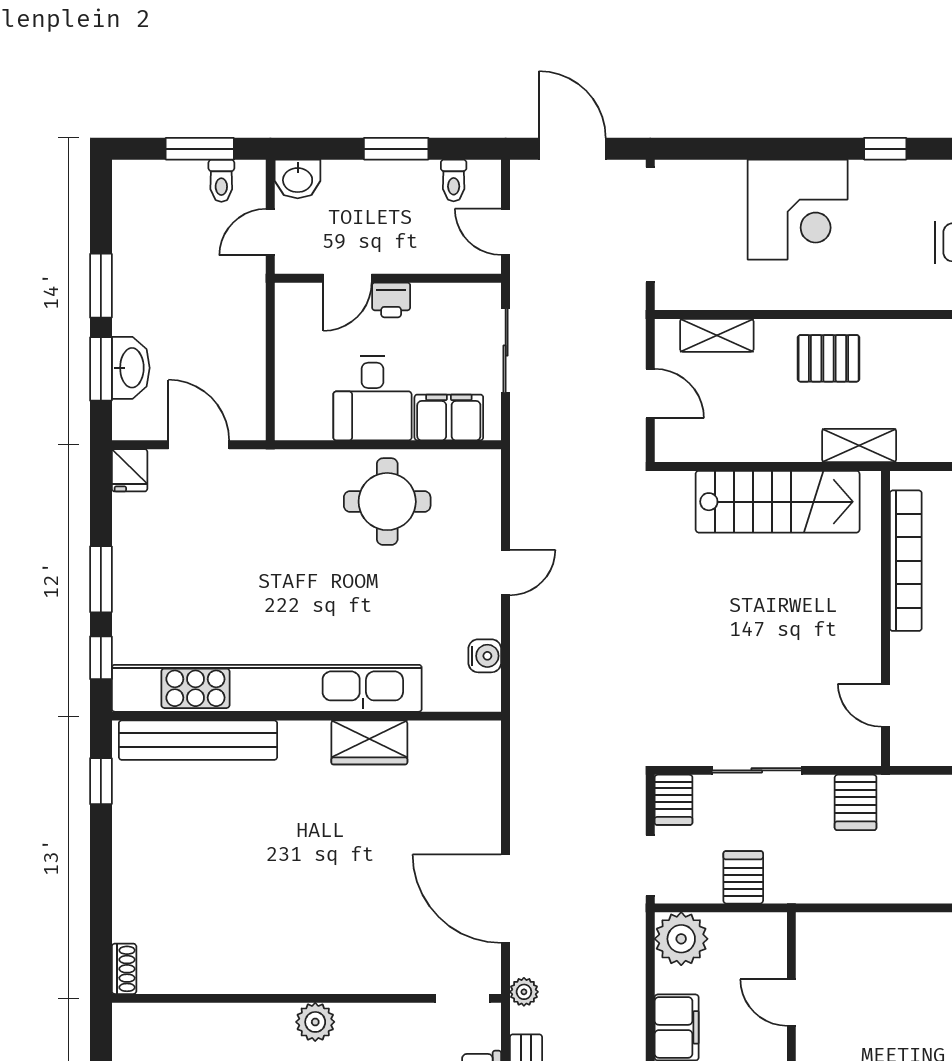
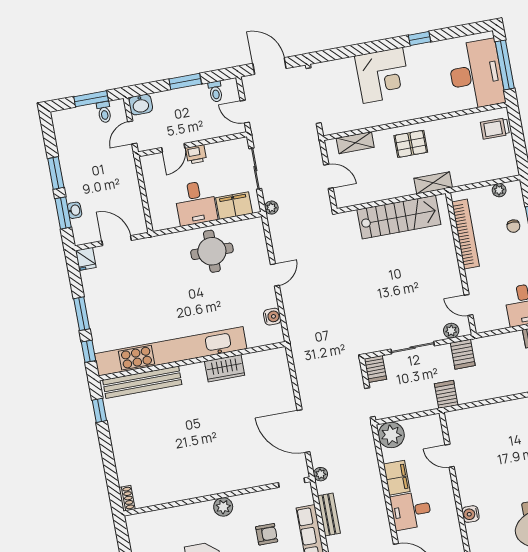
washbasin: (131, 368) -> (74, 210), width x0.52, depth x0.69
plant: (524, 435) -> (271, 208), added
plant: (841, 751) -> (451, 331), added
server rack: (743, 877) -> (446, 394), moved

